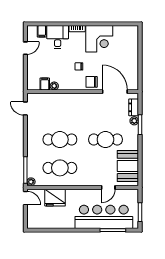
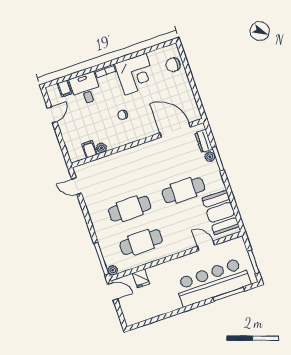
chair: (92, 82) -> (173, 65), moved
door: (108, 187) -> (206, 246), swing flipped
fridge: (55, 198) -> (141, 278), width x0.53, depth x0.75

